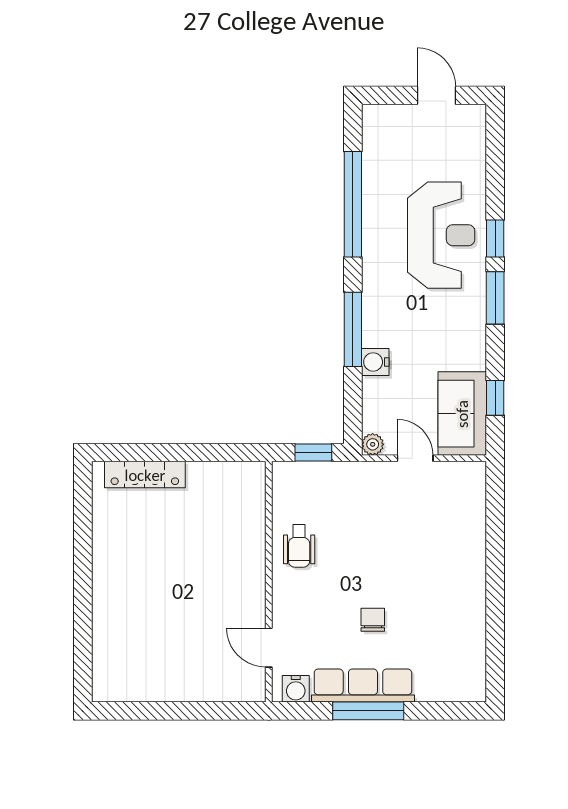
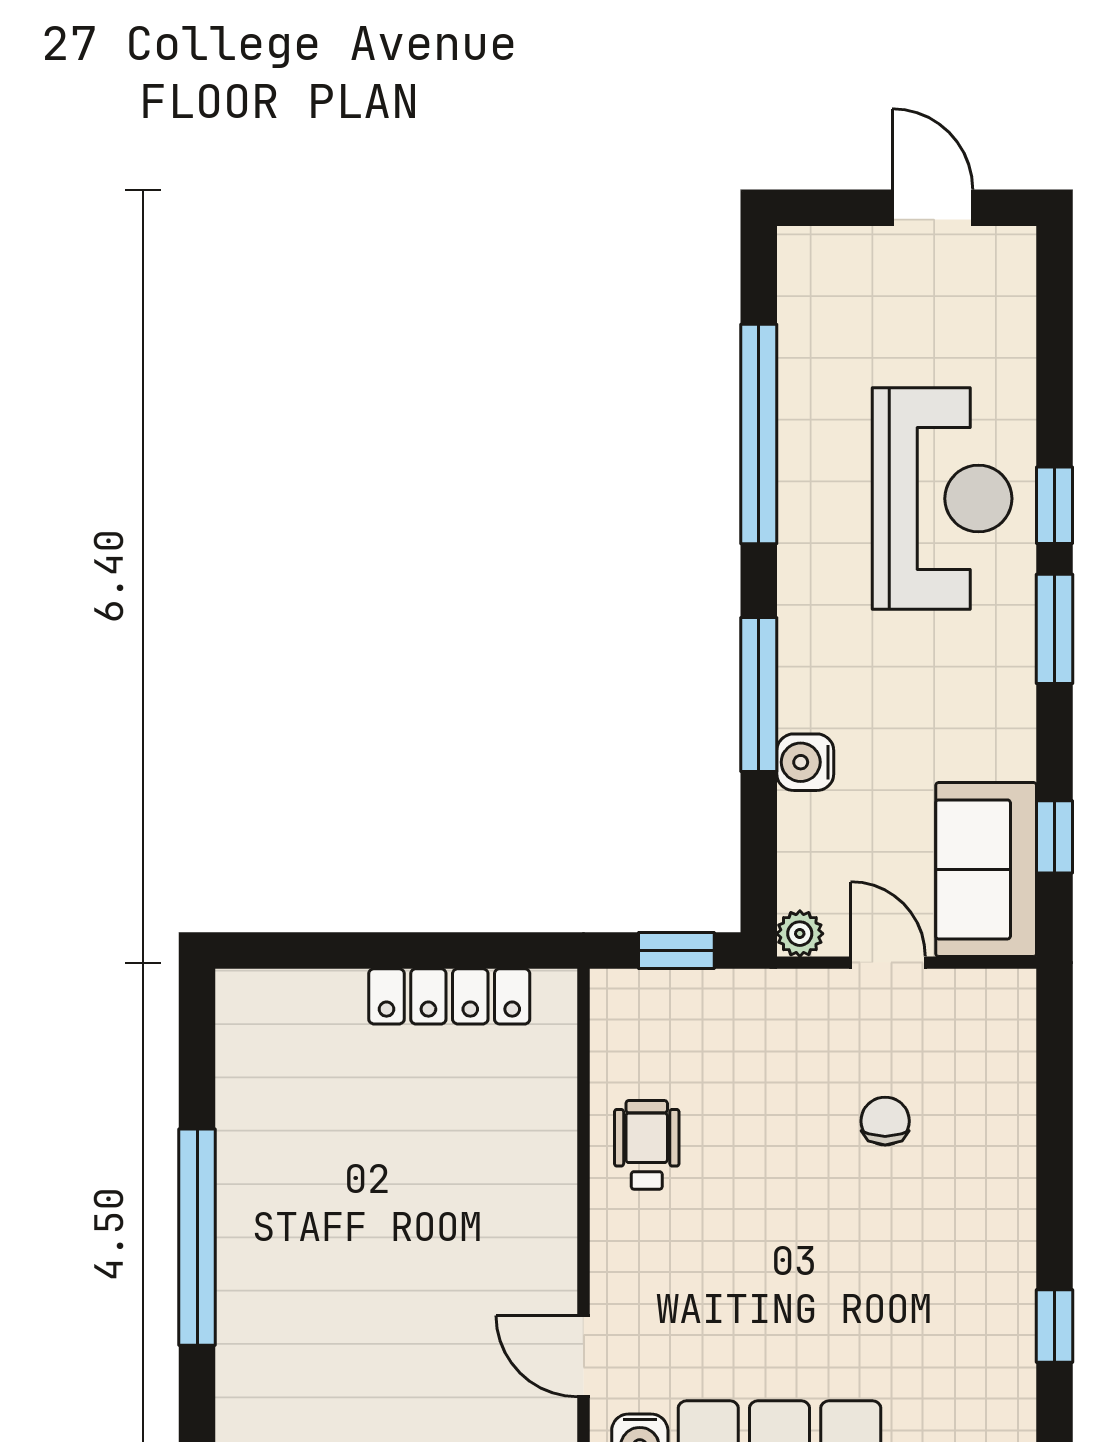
locker: (145, 475) -> (449, 996), moved
wheelchair: (299, 546) -> (647, 1145), turned 180
window: (83, 590) -> (197, 1237), added
chair: (373, 620) -> (885, 1121), moved
window: (495, 633) -> (1055, 1326), added

